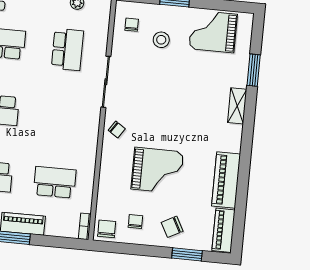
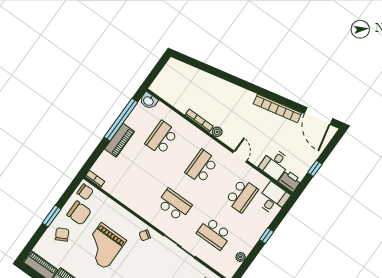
school desk: (55, 182) -> (174, 205), moved, turned -90
chair: (135, 222) -> (79, 213), width x1.87, depth x1.87
window: (187, 254) -> (52, 216), moved

